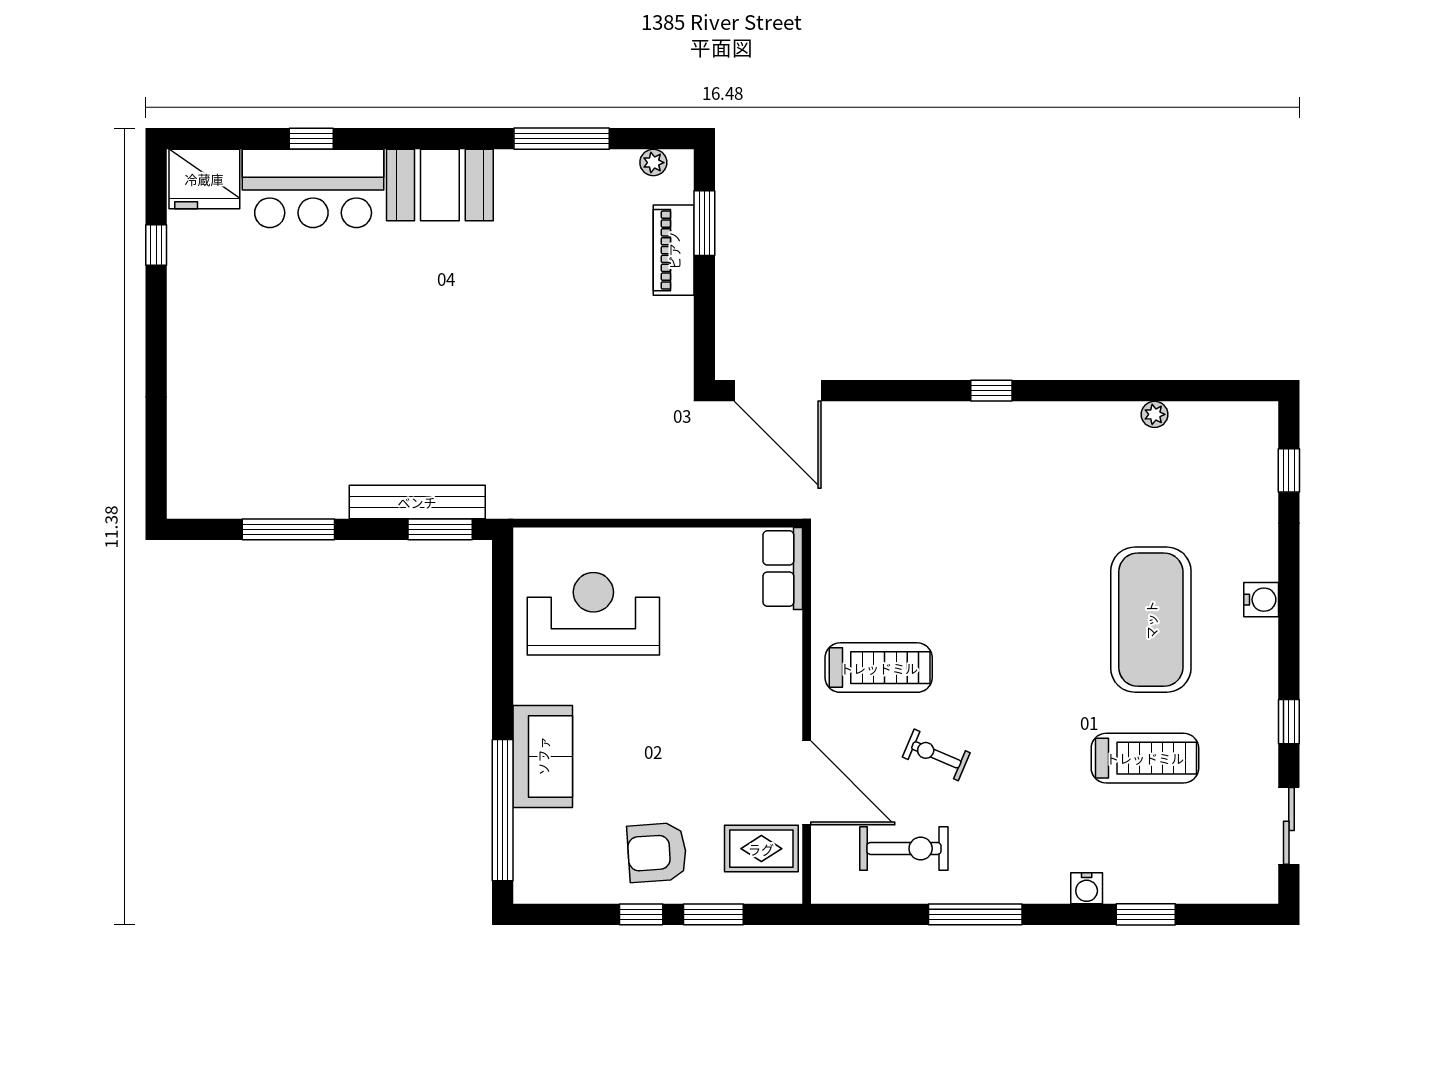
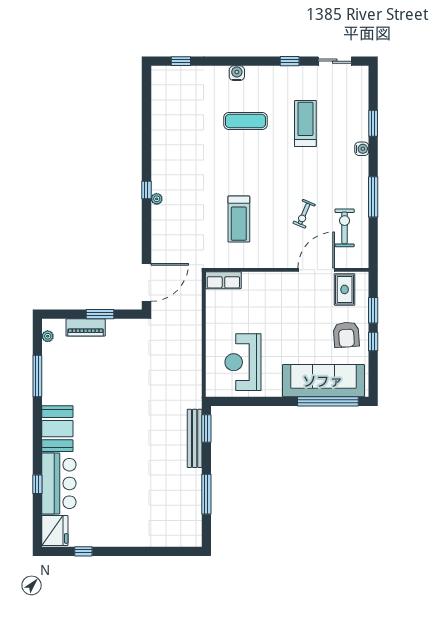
window: (704, 223) -> (100, 314), moved
plant: (1155, 414) -> (157, 199), moved
exercise mat: (1151, 620) -> (245, 121), width x0.50, depth x0.69
treadmill: (879, 668) -> (239, 219), moved, turned 180
sofa: (543, 756) -> (323, 381), width x1.85, depth x1.27

